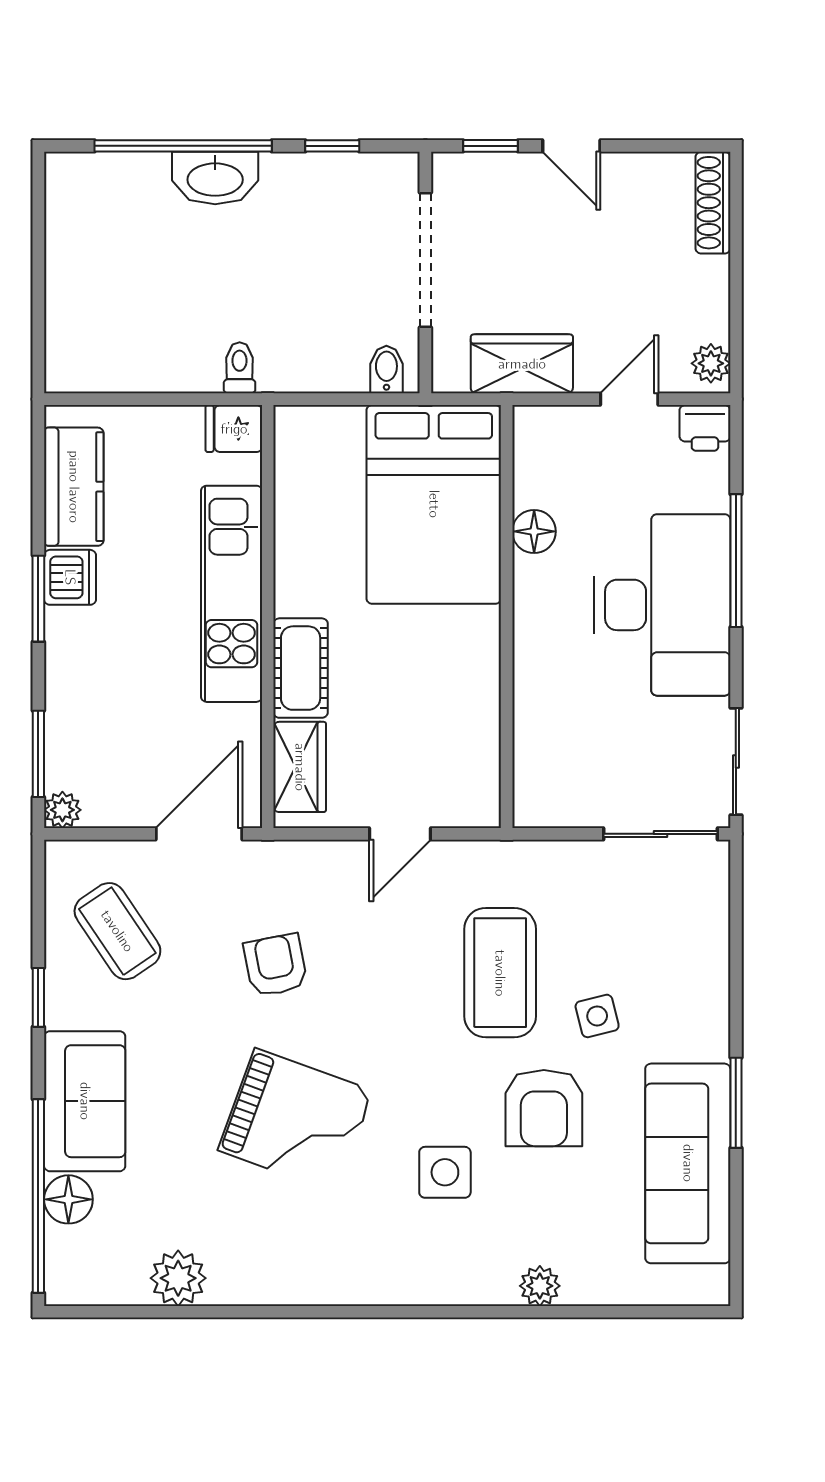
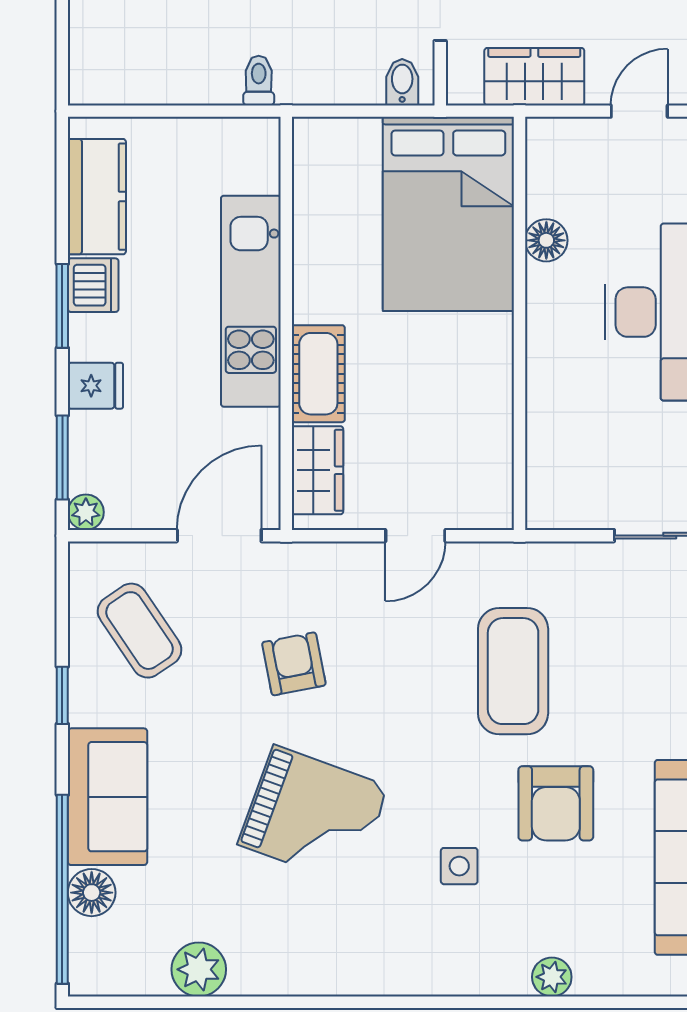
fridge: (234, 429) -> (95, 386), moved, turned 180
side table: (597, 1016) -> (608, 713), removed
side table: (445, 1172) -> (459, 866), width x0.73, depth x0.73

